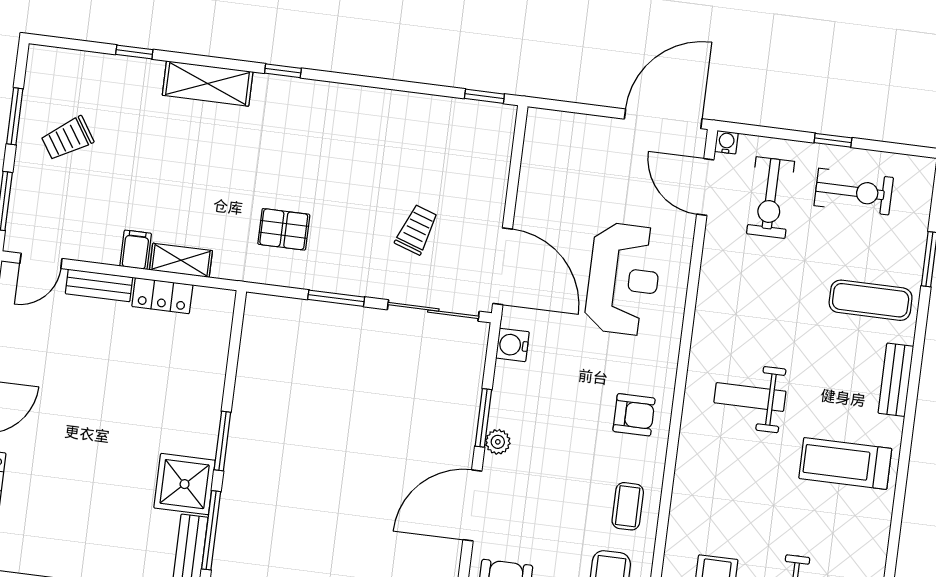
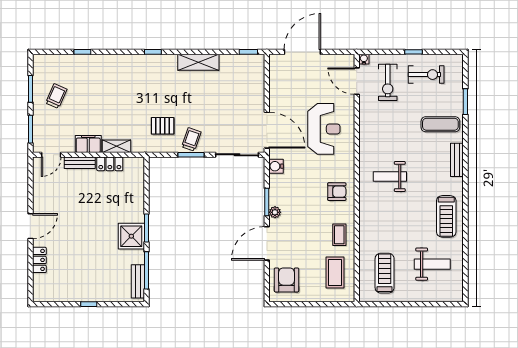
shelving: (208, 83) -> (198, 62), moved
door: (663, 119) -> (302, 52), moved
trolley: (67, 138) -> (56, 96), turned 147
trolley: (417, 230) -> (191, 139), moved
filing cabinet: (136, 250) -> (88, 144), width x2.00
treadmill: (845, 463) -> (446, 216), moved, turned -90
shower: (185, 484) -> (131, 236), moved

